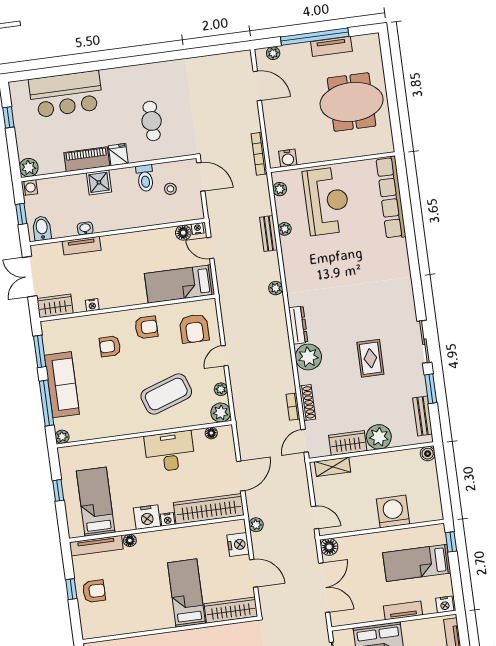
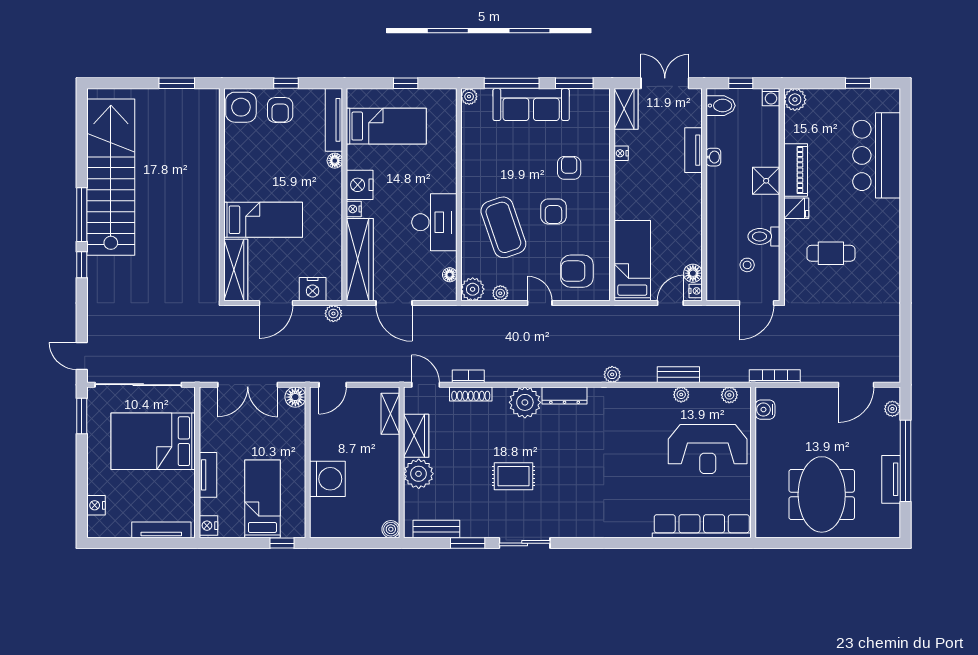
armchair: (146, 327) -> (553, 211), moved
side table: (96, 624) -> (241, 107), added

